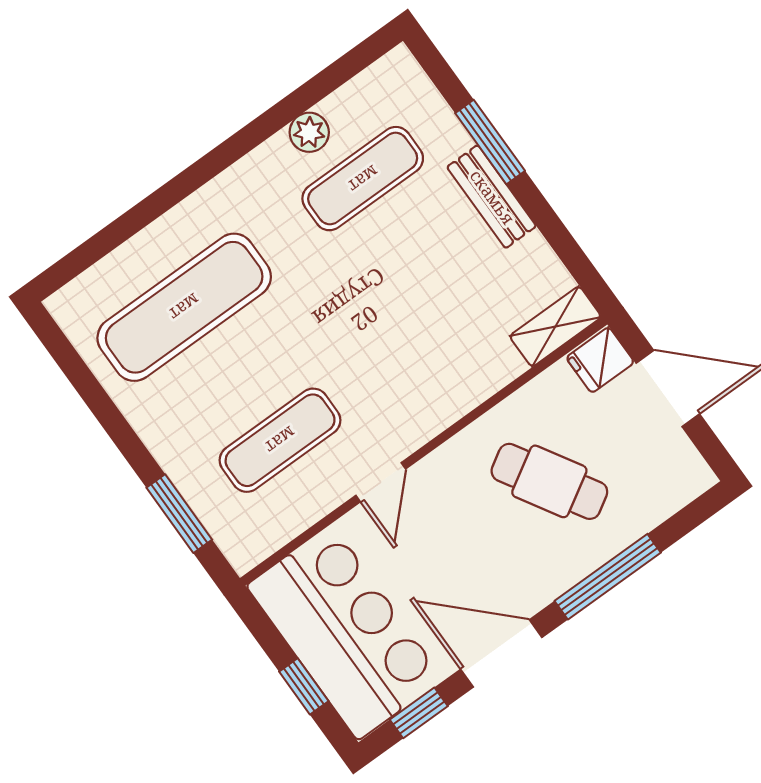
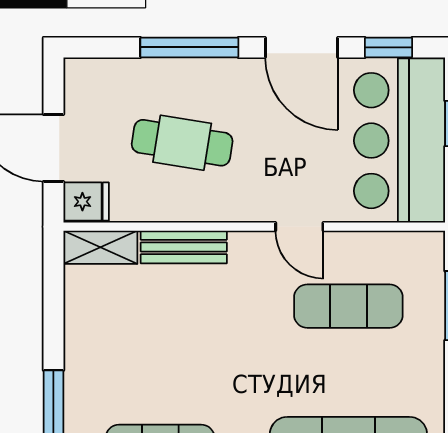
bench: (492, 197) -> (184, 247), moved, turned 90
cafe table: (549, 481) -> (182, 143), turned -50
door: (381, 482) -> (299, 227), swing flipped

